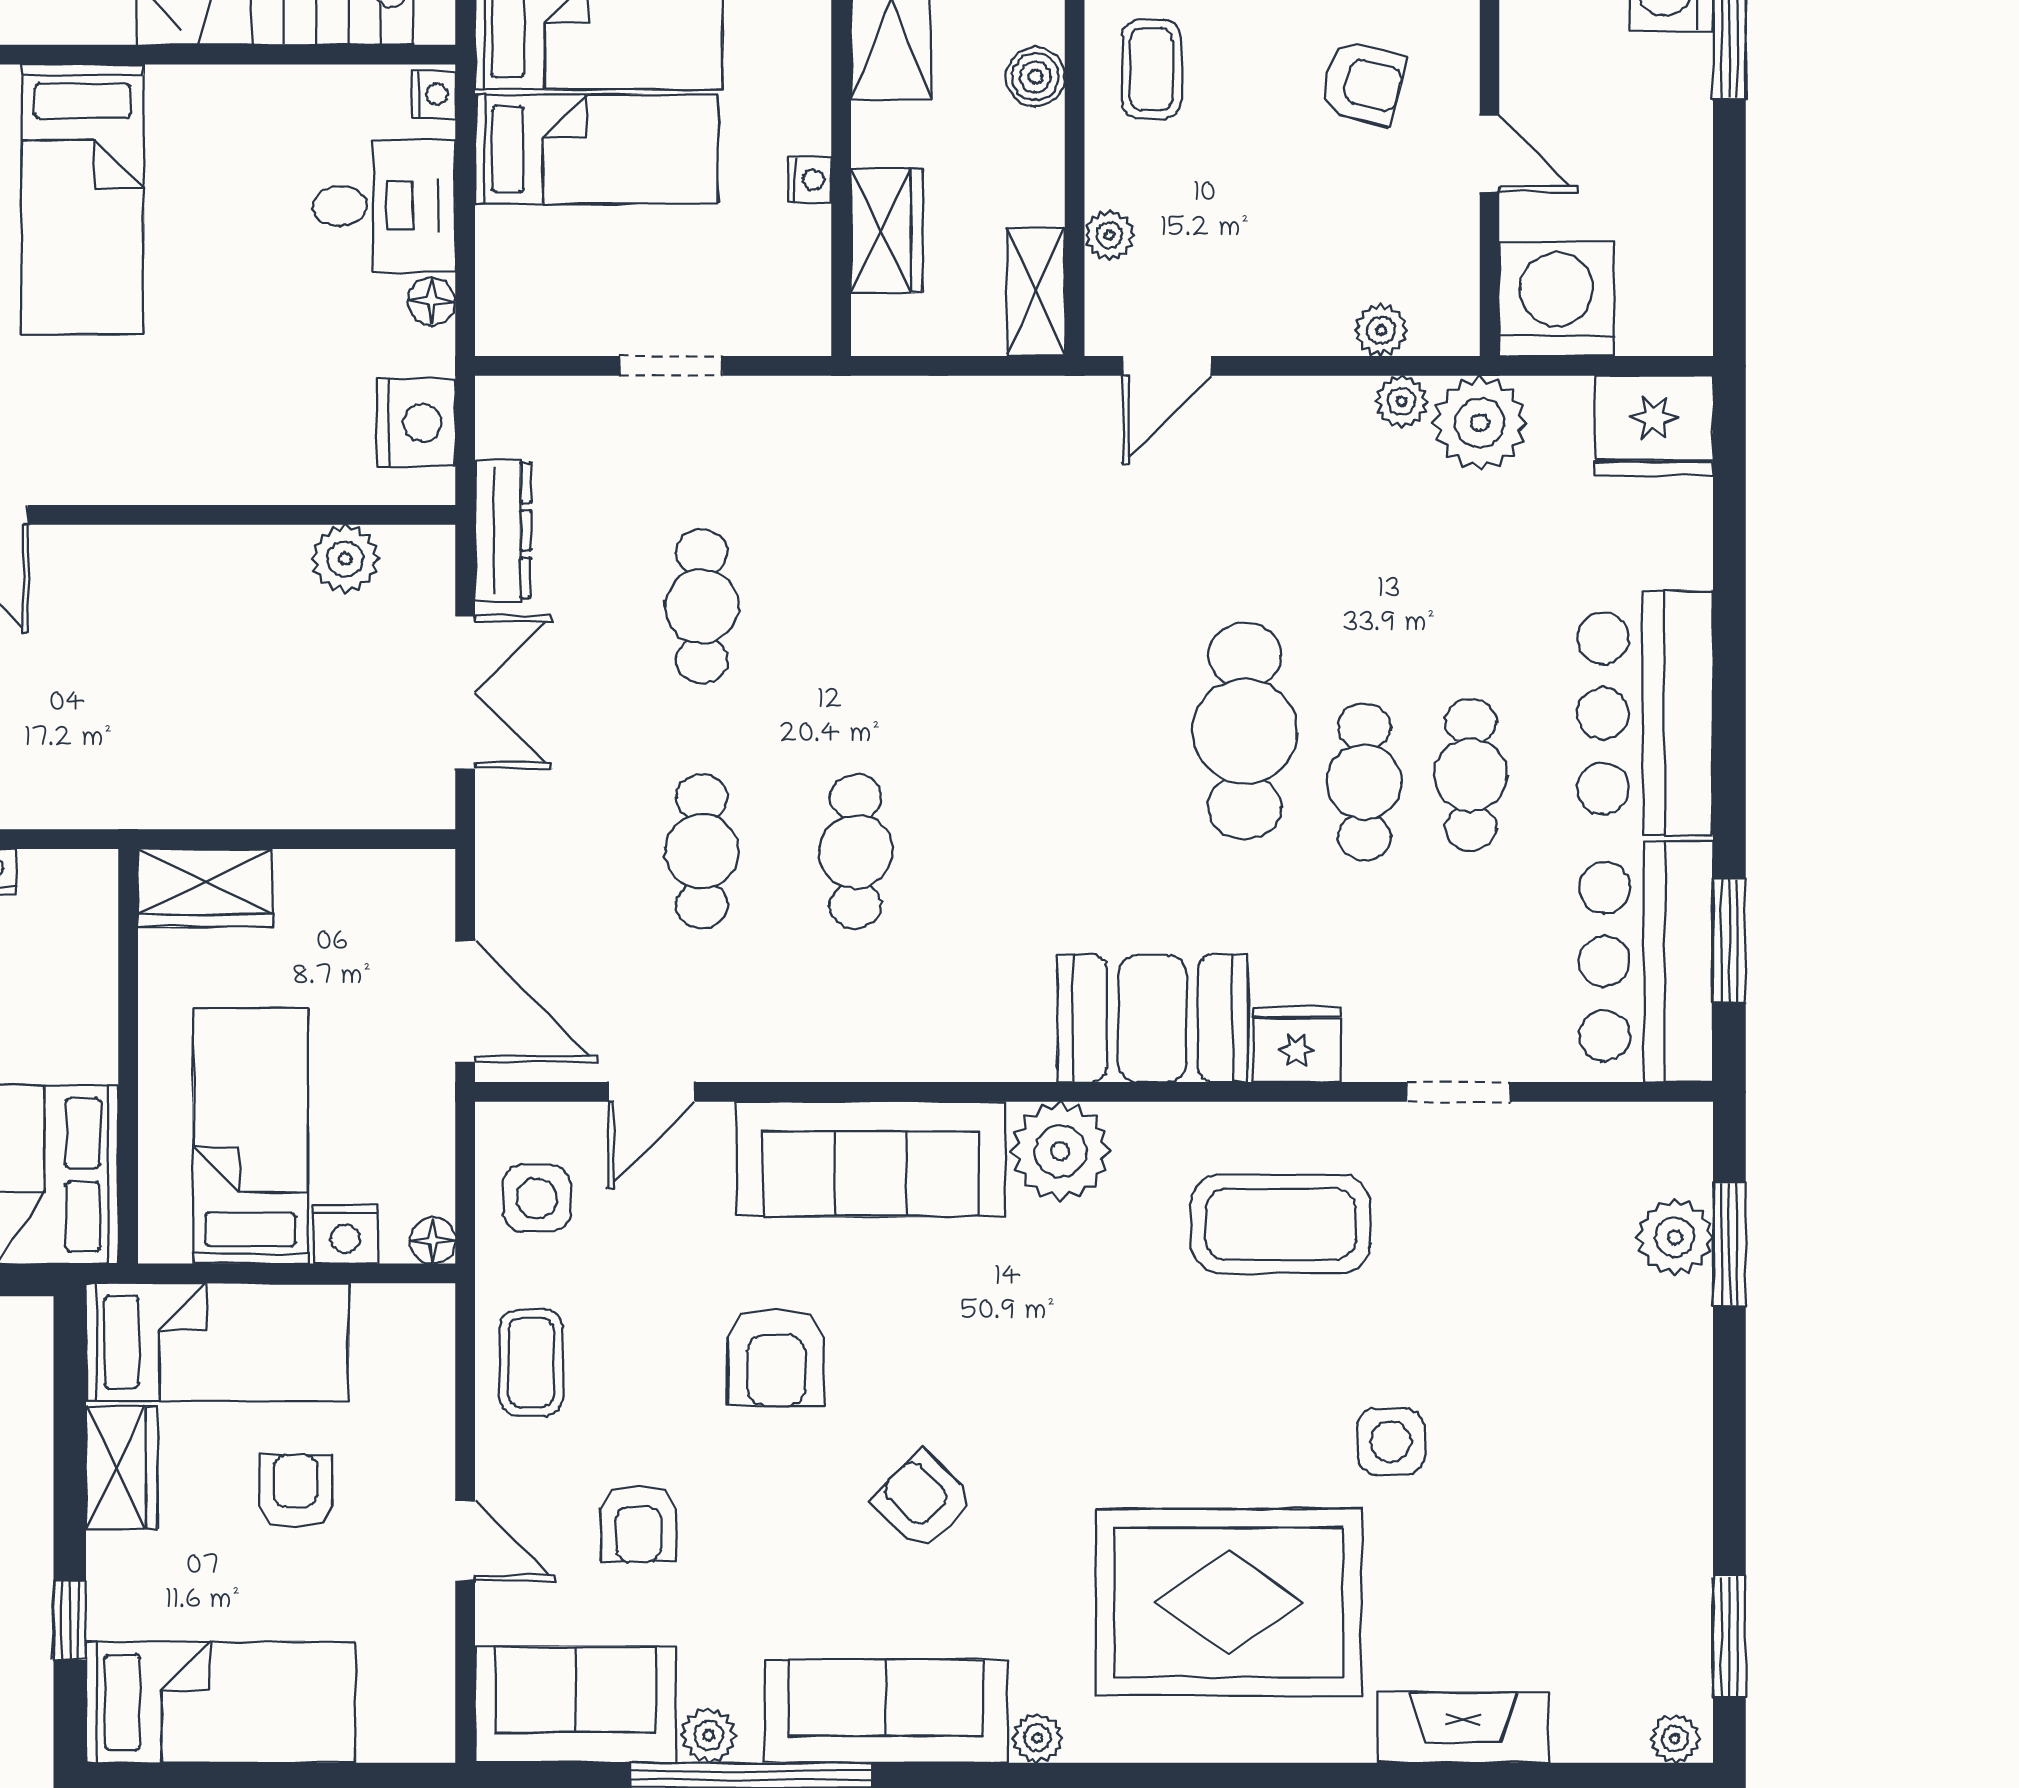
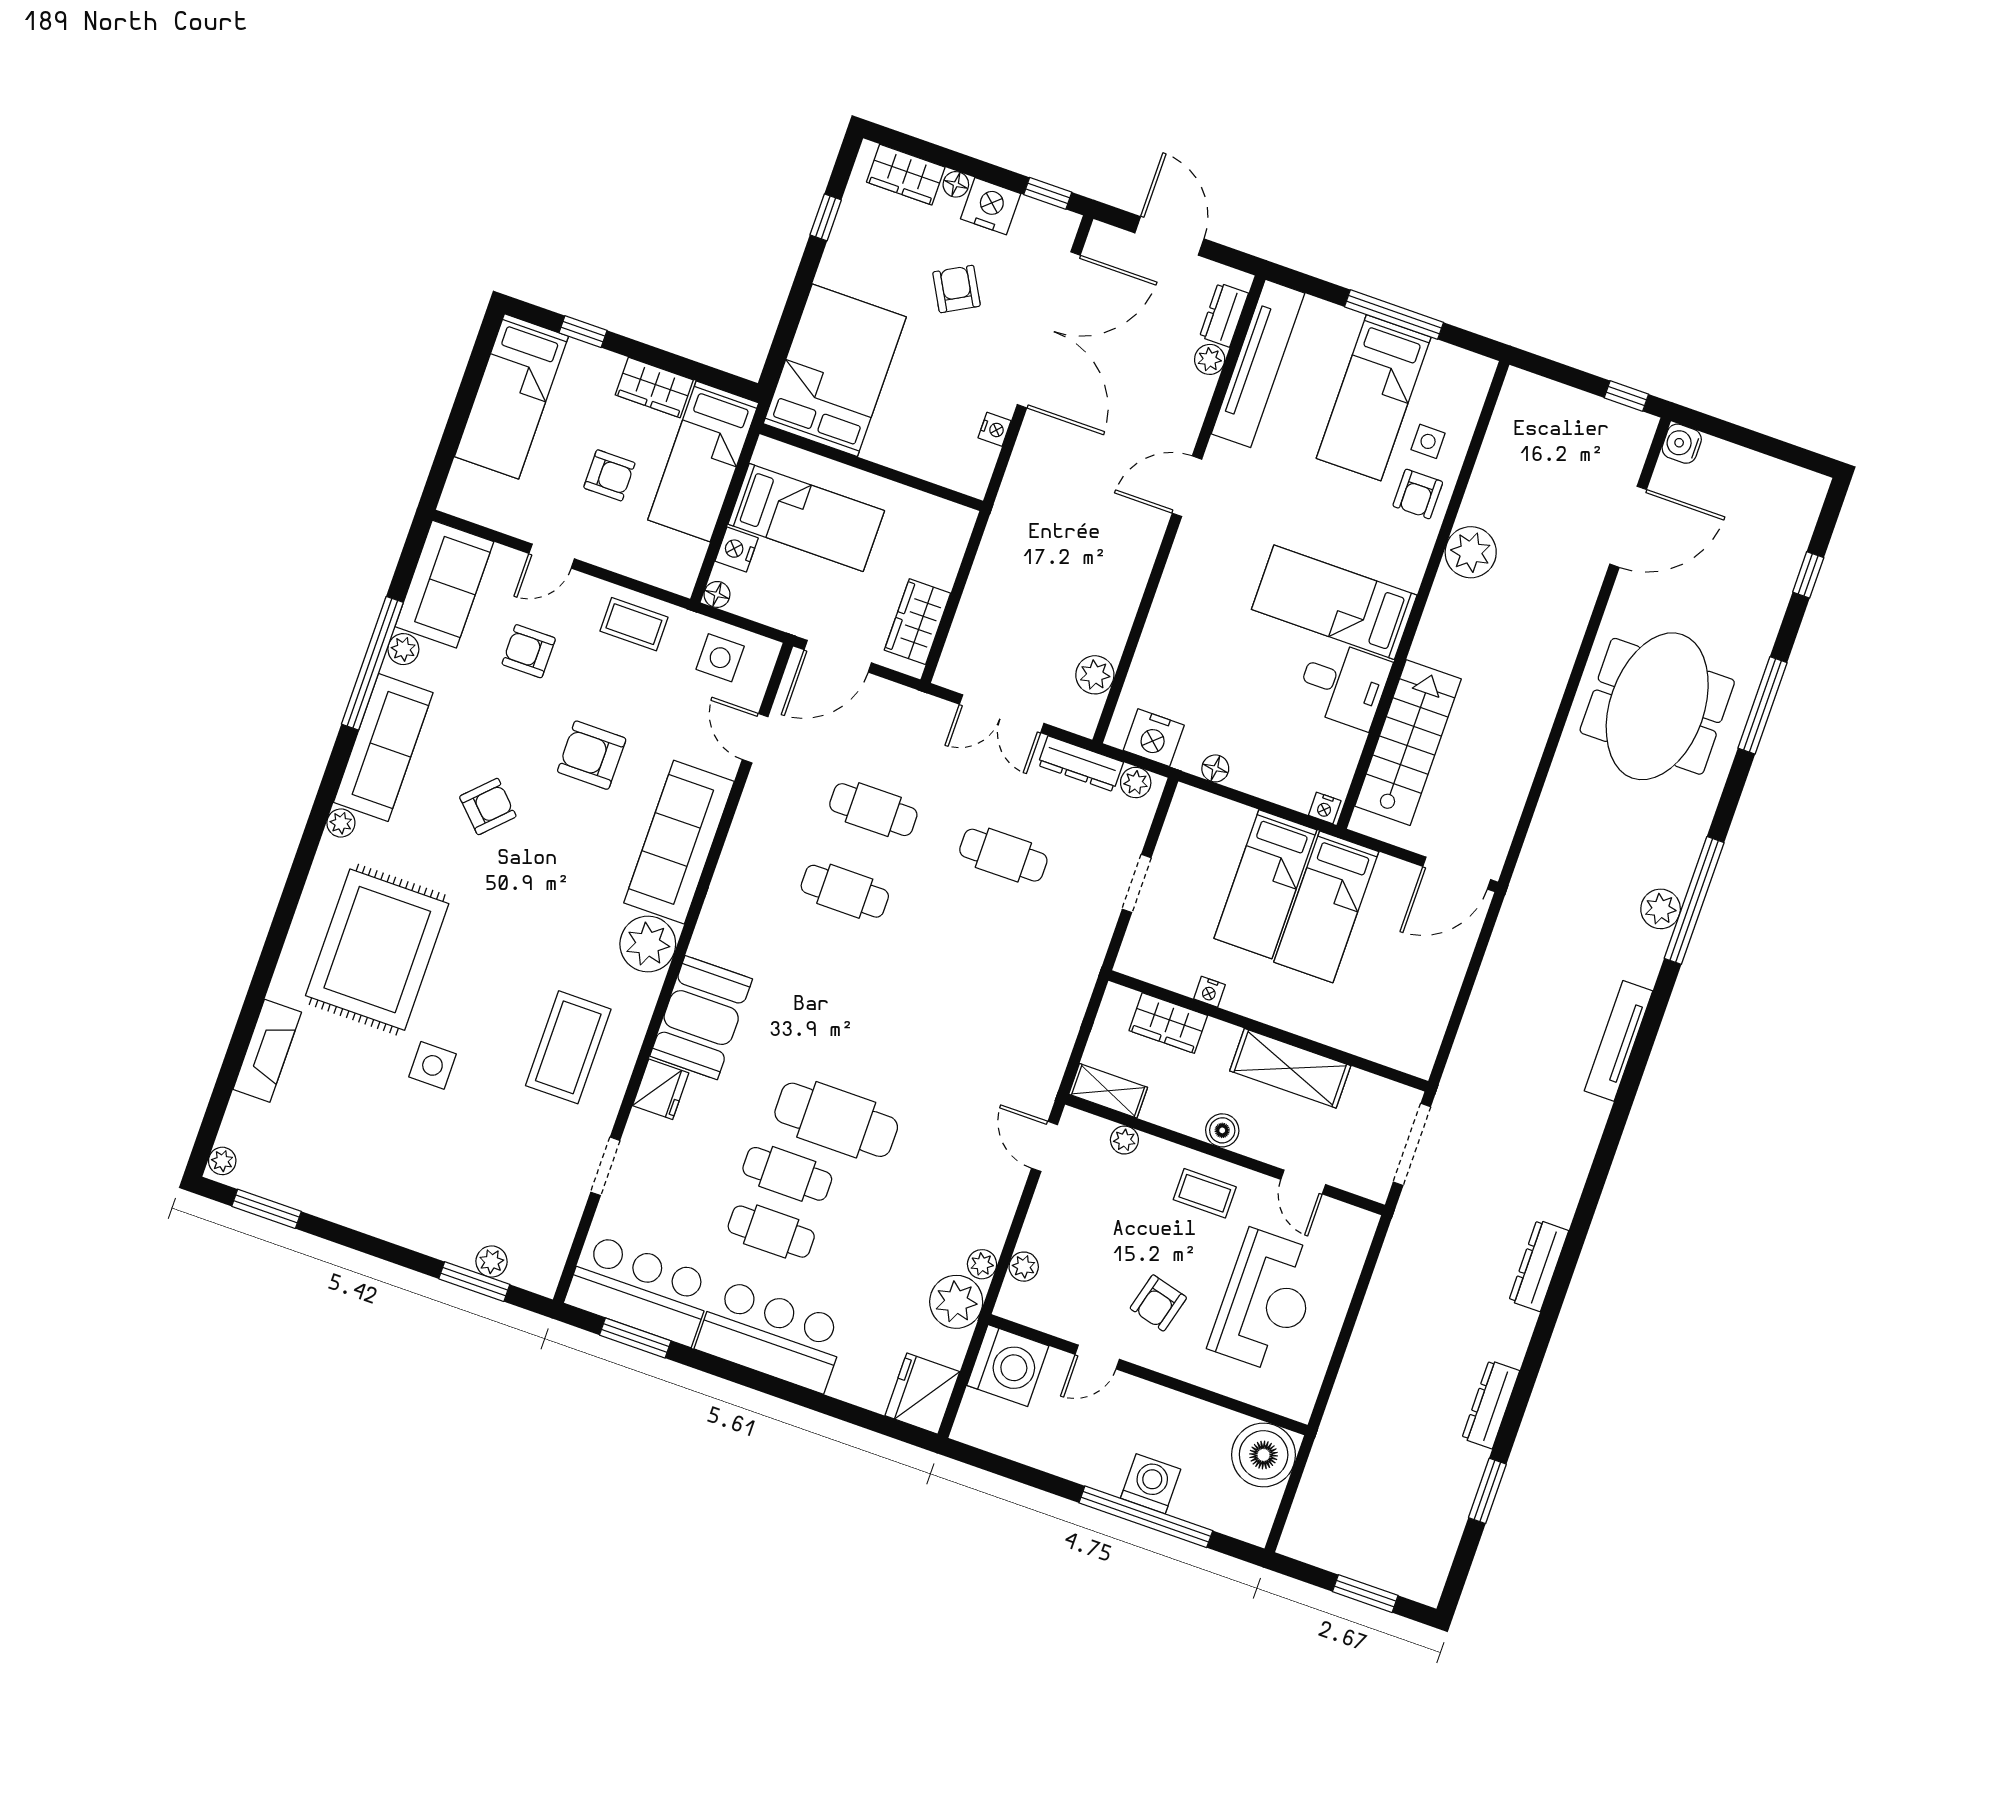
desk: (384, 206) -> (1343, 684), moved, turned -90
plant: (502, 427) -> (1136, 782), added
wardrobe: (205, 888) -> (917, 622), moved
plant: (1675, 1237) -> (492, 1262), width x0.73, depth x0.73

